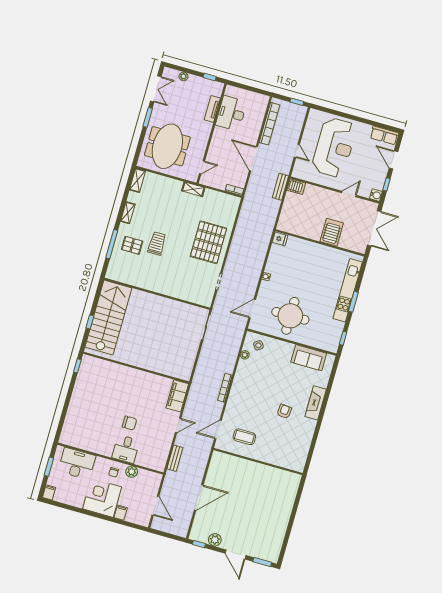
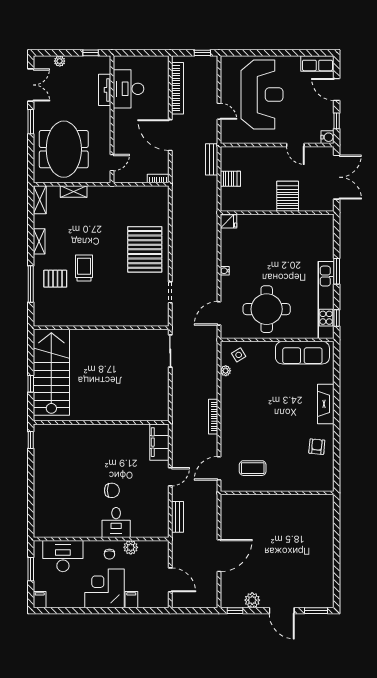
server rack: (296, 187) -> (230, 179), moved
shelving: (193, 189) -> (74, 191), moved
door: (349, 194) -> (295, 145), swing flipped
kitchen unit: (348, 290) -> (326, 300), moved
sofa: (309, 358) -> (302, 353), width x1.36
armchair: (284, 411) -> (317, 447), moved

